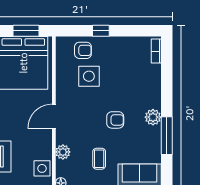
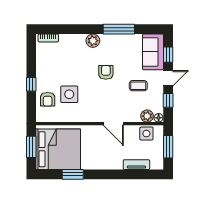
armchair: (83, 50) -> (48, 99), turned 180
door: (54, 116) -> (113, 124), moved
plant: (153, 117) -> (93, 41), moved
plant: (63, 152) -> (147, 116), moved

